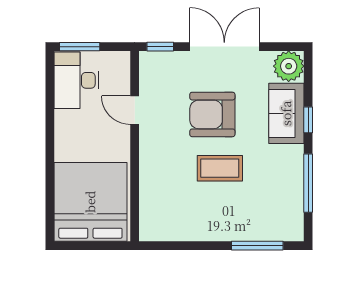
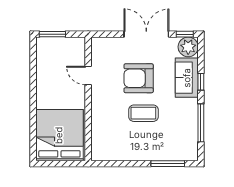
window: (160, 47) -> (185, 34), moved
desk: (76, 80) -> (50, 56), removed

